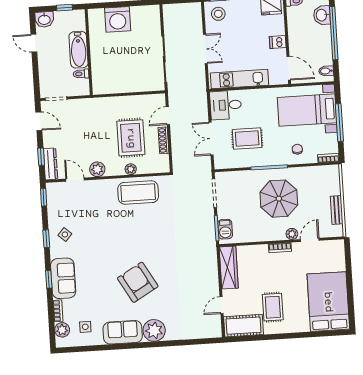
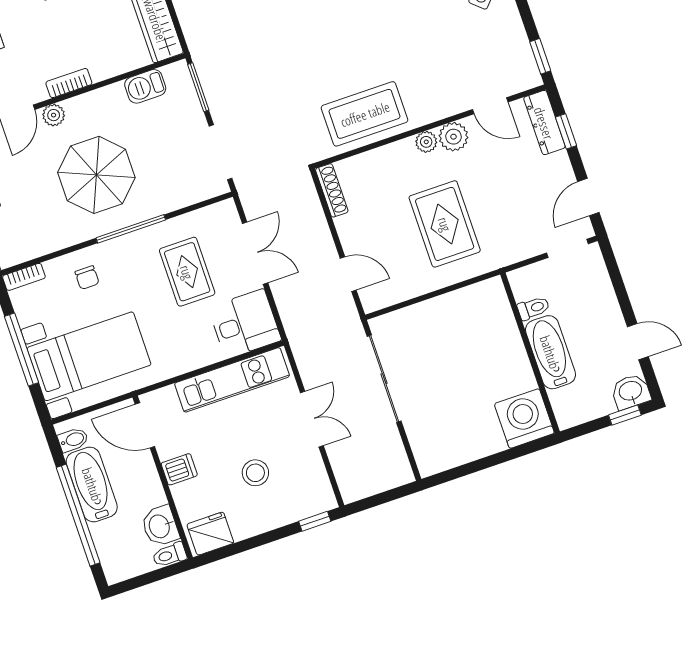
window: (65, 8) -> (625, 415), moved
stool: (218, 14) -> (255, 473), moved
washbasin: (322, 15) -> (160, 526), moved, turned 180
washing machine: (118, 19) -> (524, 419), moved
bathtub: (323, 46) -> (92, 484), added
double door: (205, 49) -> (312, 419), swing flipped
door: (168, 116) -> (348, 274), hinge flipped
door: (39, 121) -> (588, 197), hinge flipped
rug: (131, 138) -> (445, 224), moved
rug: (247, 139) -> (187, 272), turned 90
shoe rack: (163, 140) -> (332, 190), moved
plant: (131, 169) -> (426, 142), moved
barbecue: (225, 229) -> (145, 86), moved, turned -90

